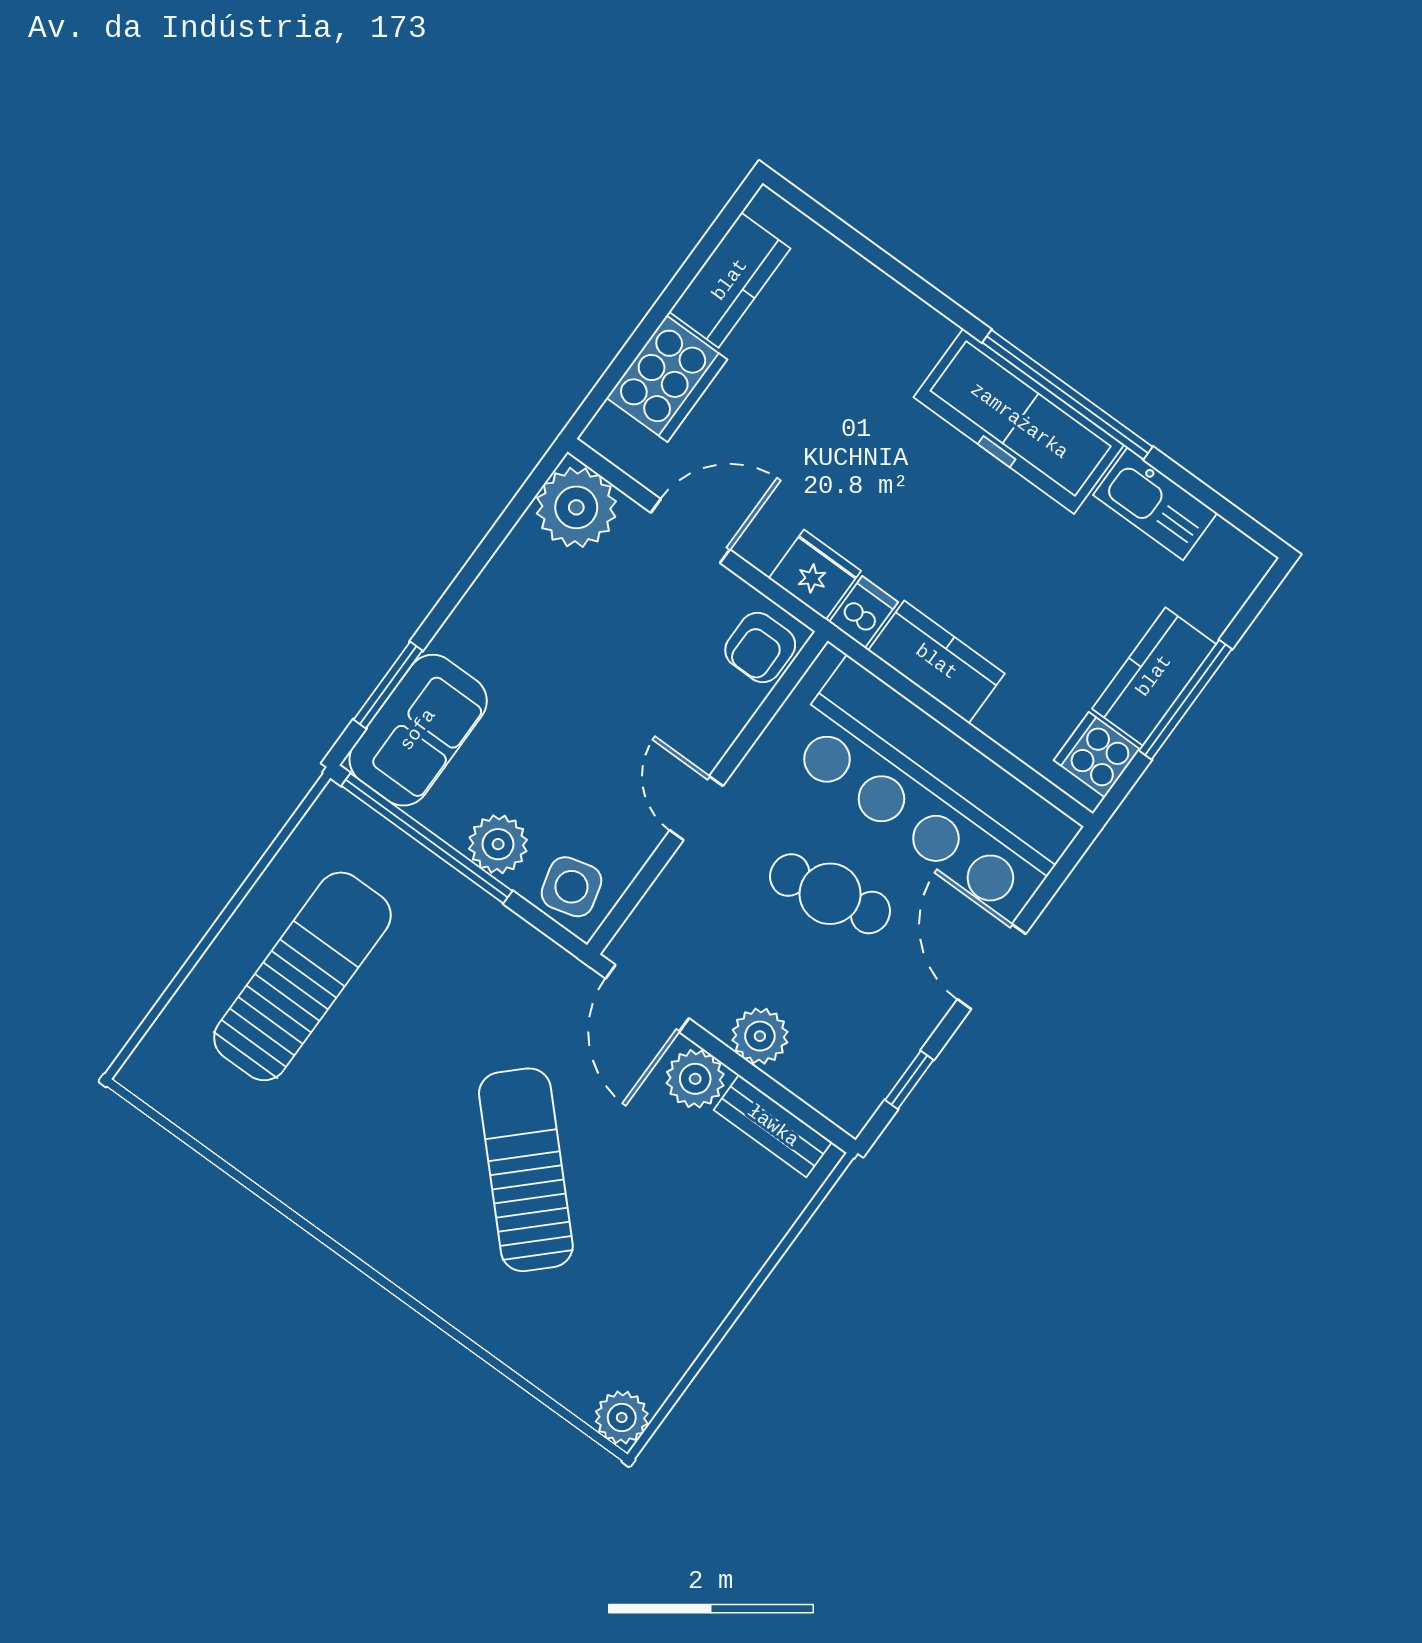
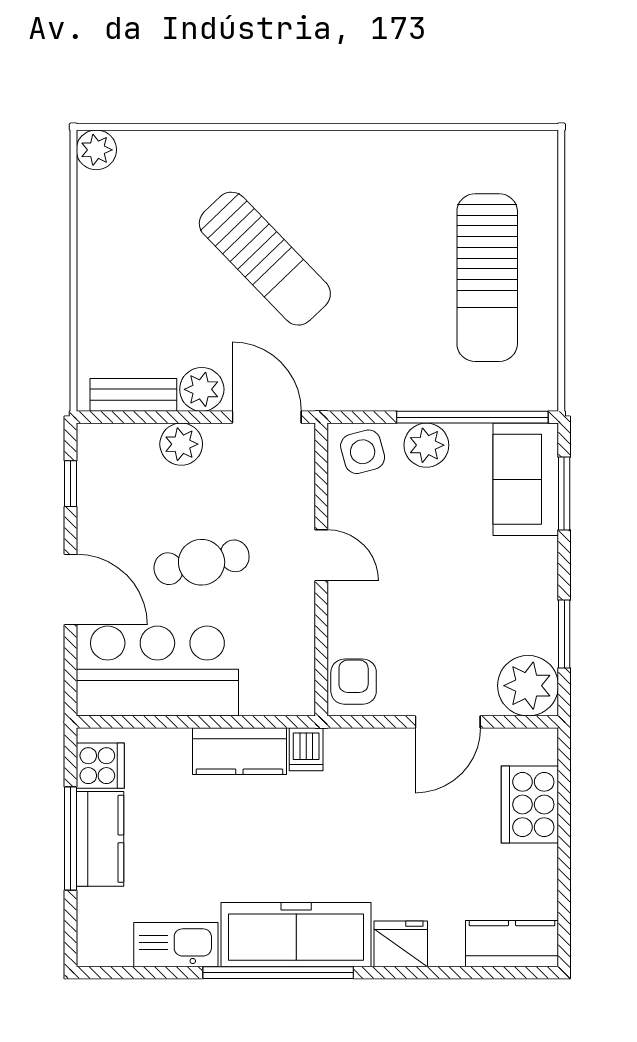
kitchen counter: (730, 280) -> (512, 944), moved, turned 90
window: (497, 535) -> (564, 634), added
fridge: (815, 575) -> (401, 944), moved, turned 180
bar counter: (930, 789) -> (157, 671), width x0.73

